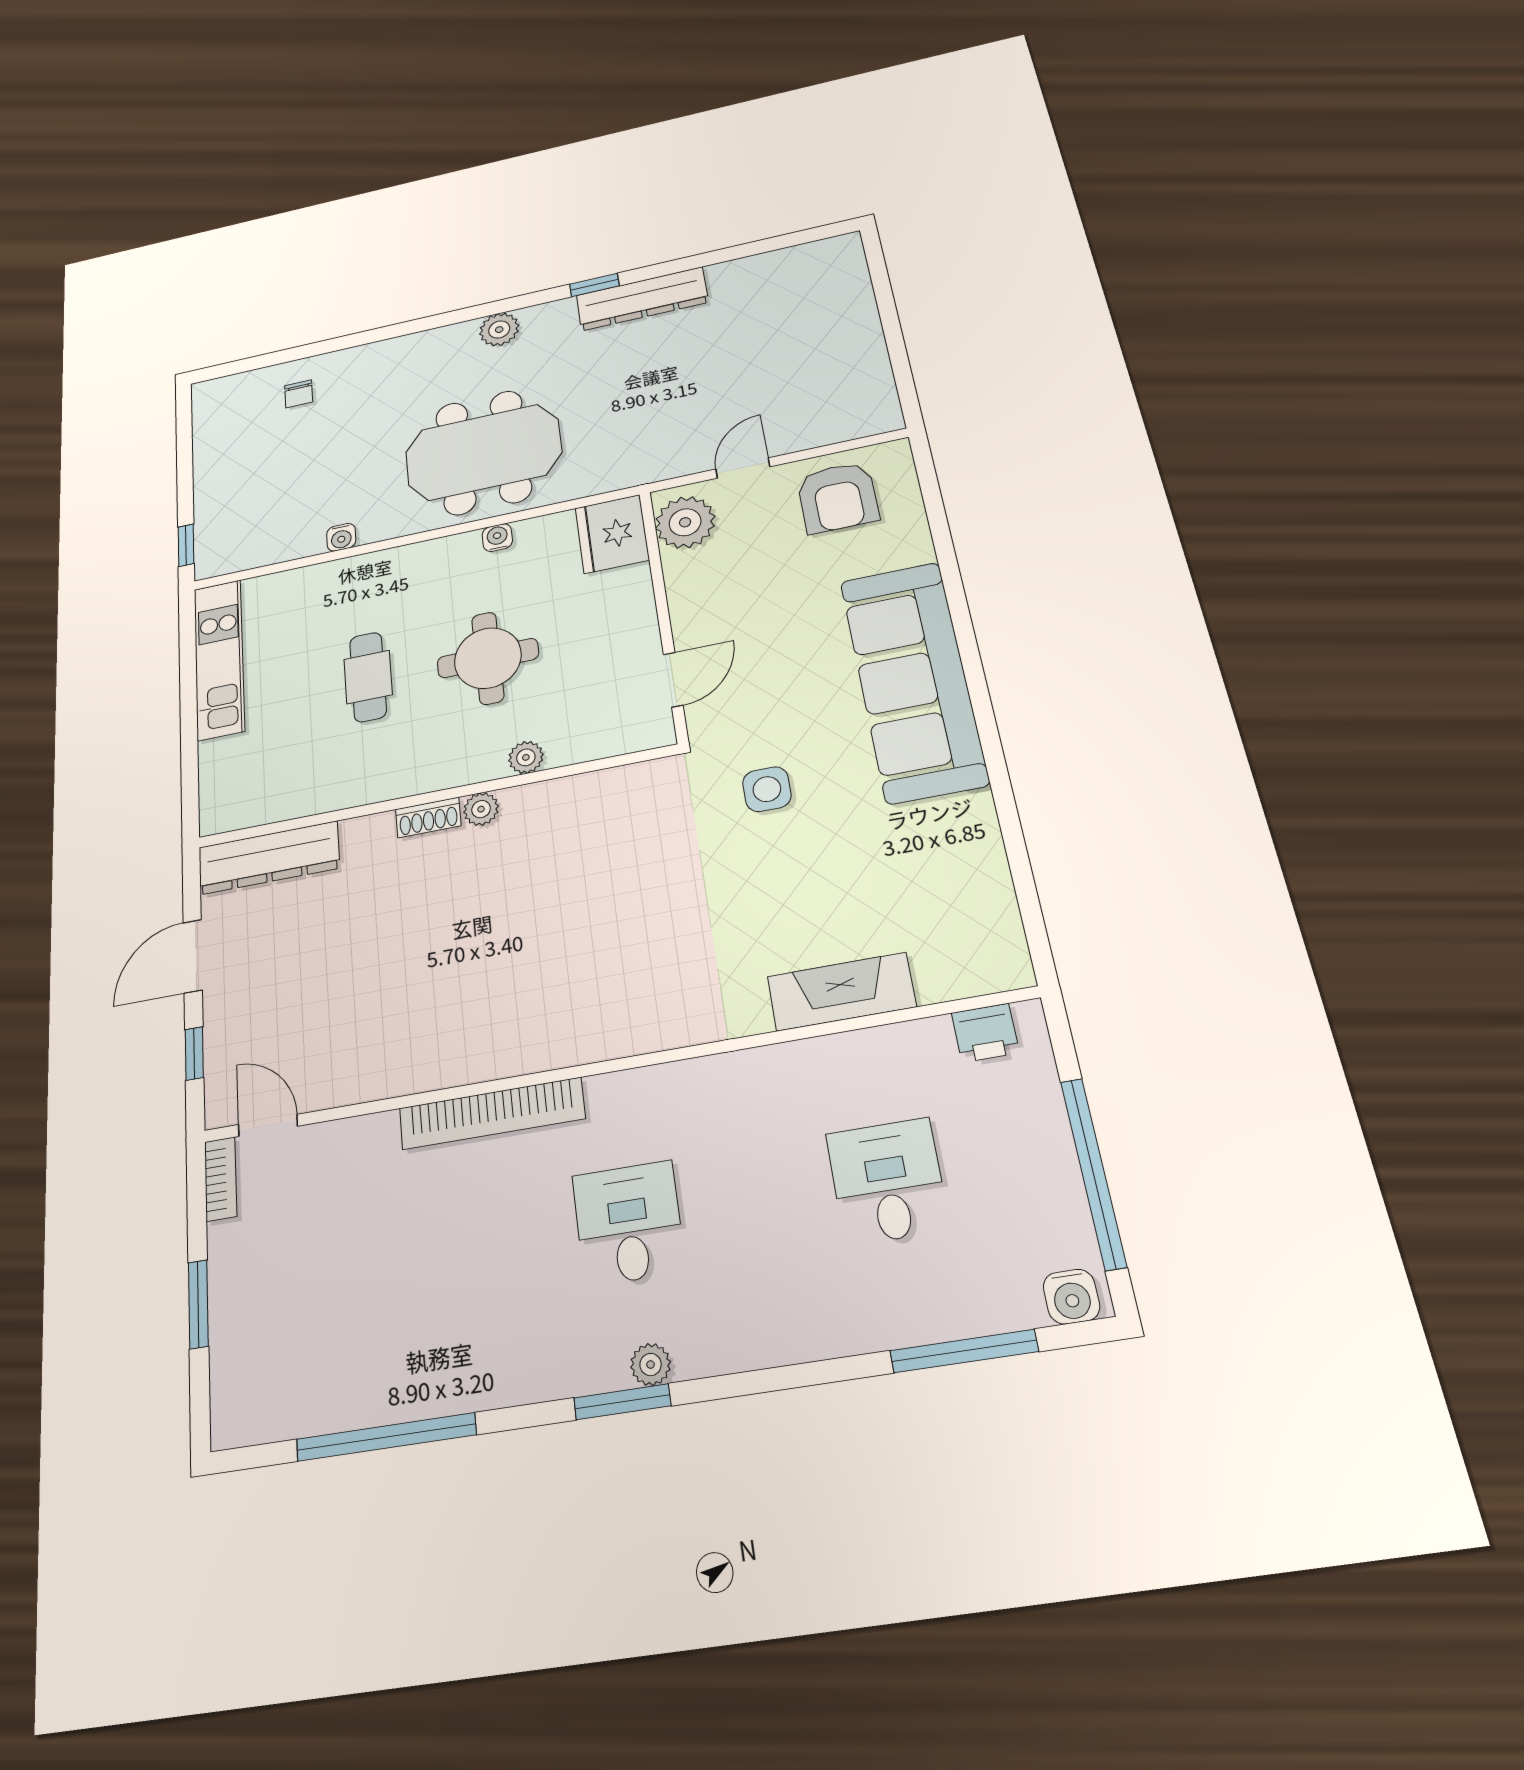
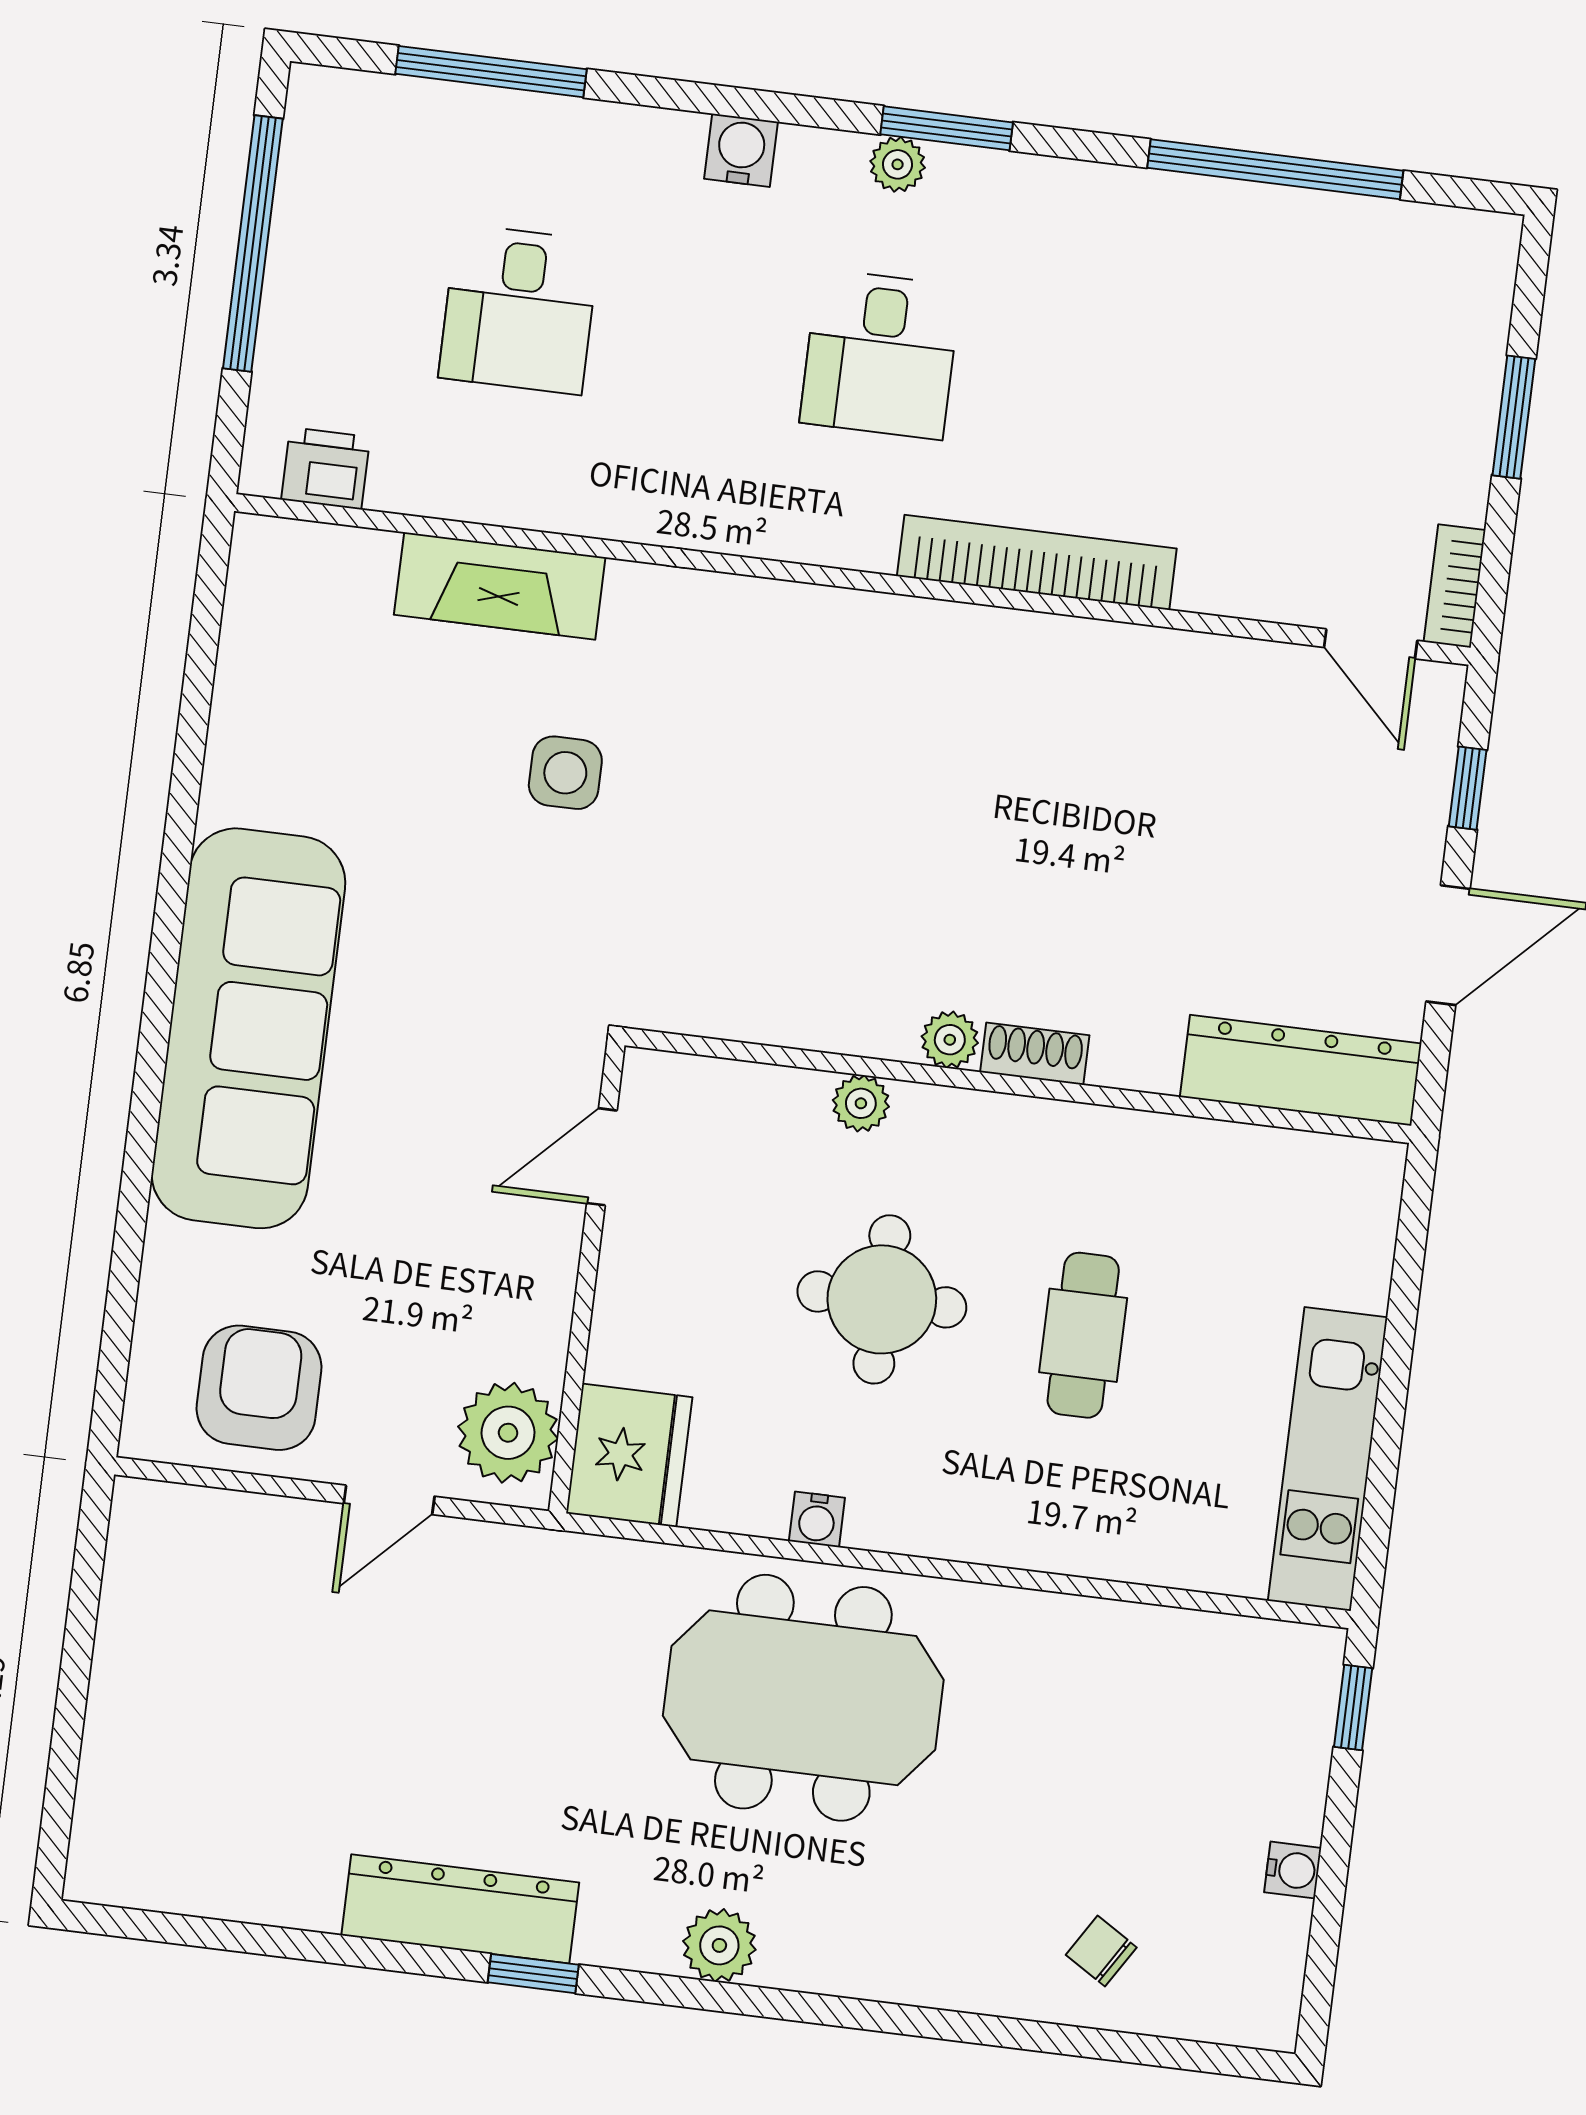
chair: (299, 394) -> (1101, 1951), turned -58
water cooler: (341, 537) -> (1293, 1870), moved, turned 90
side table: (767, 789) -> (565, 773), moved
water cooler: (1071, 1297) -> (741, 150), moved

